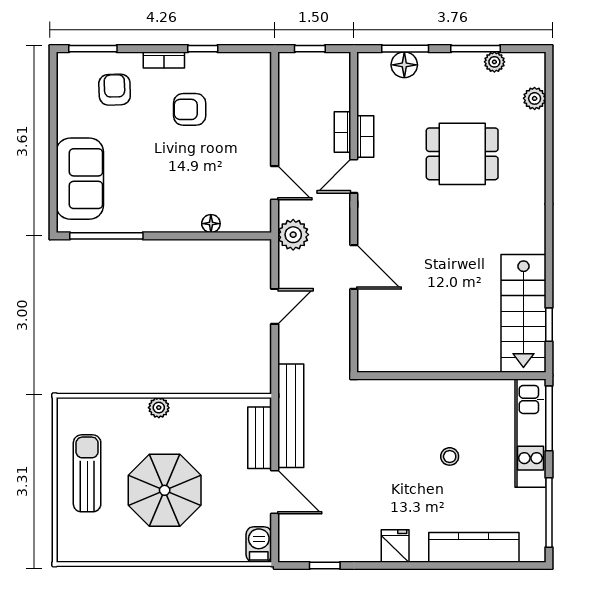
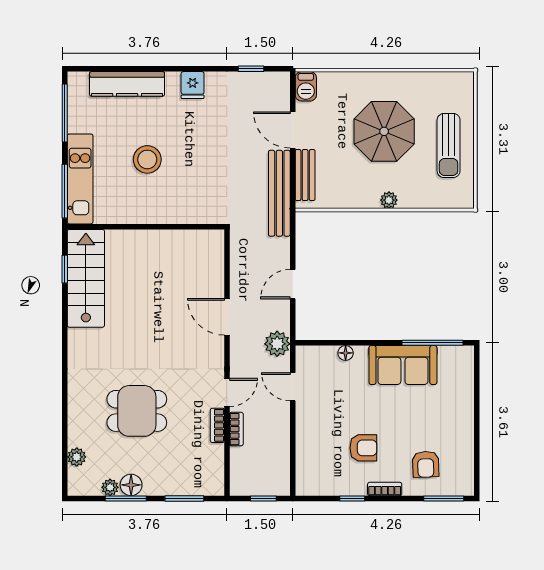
floor lamp: (404, 65) -> (131, 485), moved
sofa: (80, 179) -> (403, 365), moved, turned -90
stool: (450, 456) -> (147, 159), width x1.89, depth x1.89

